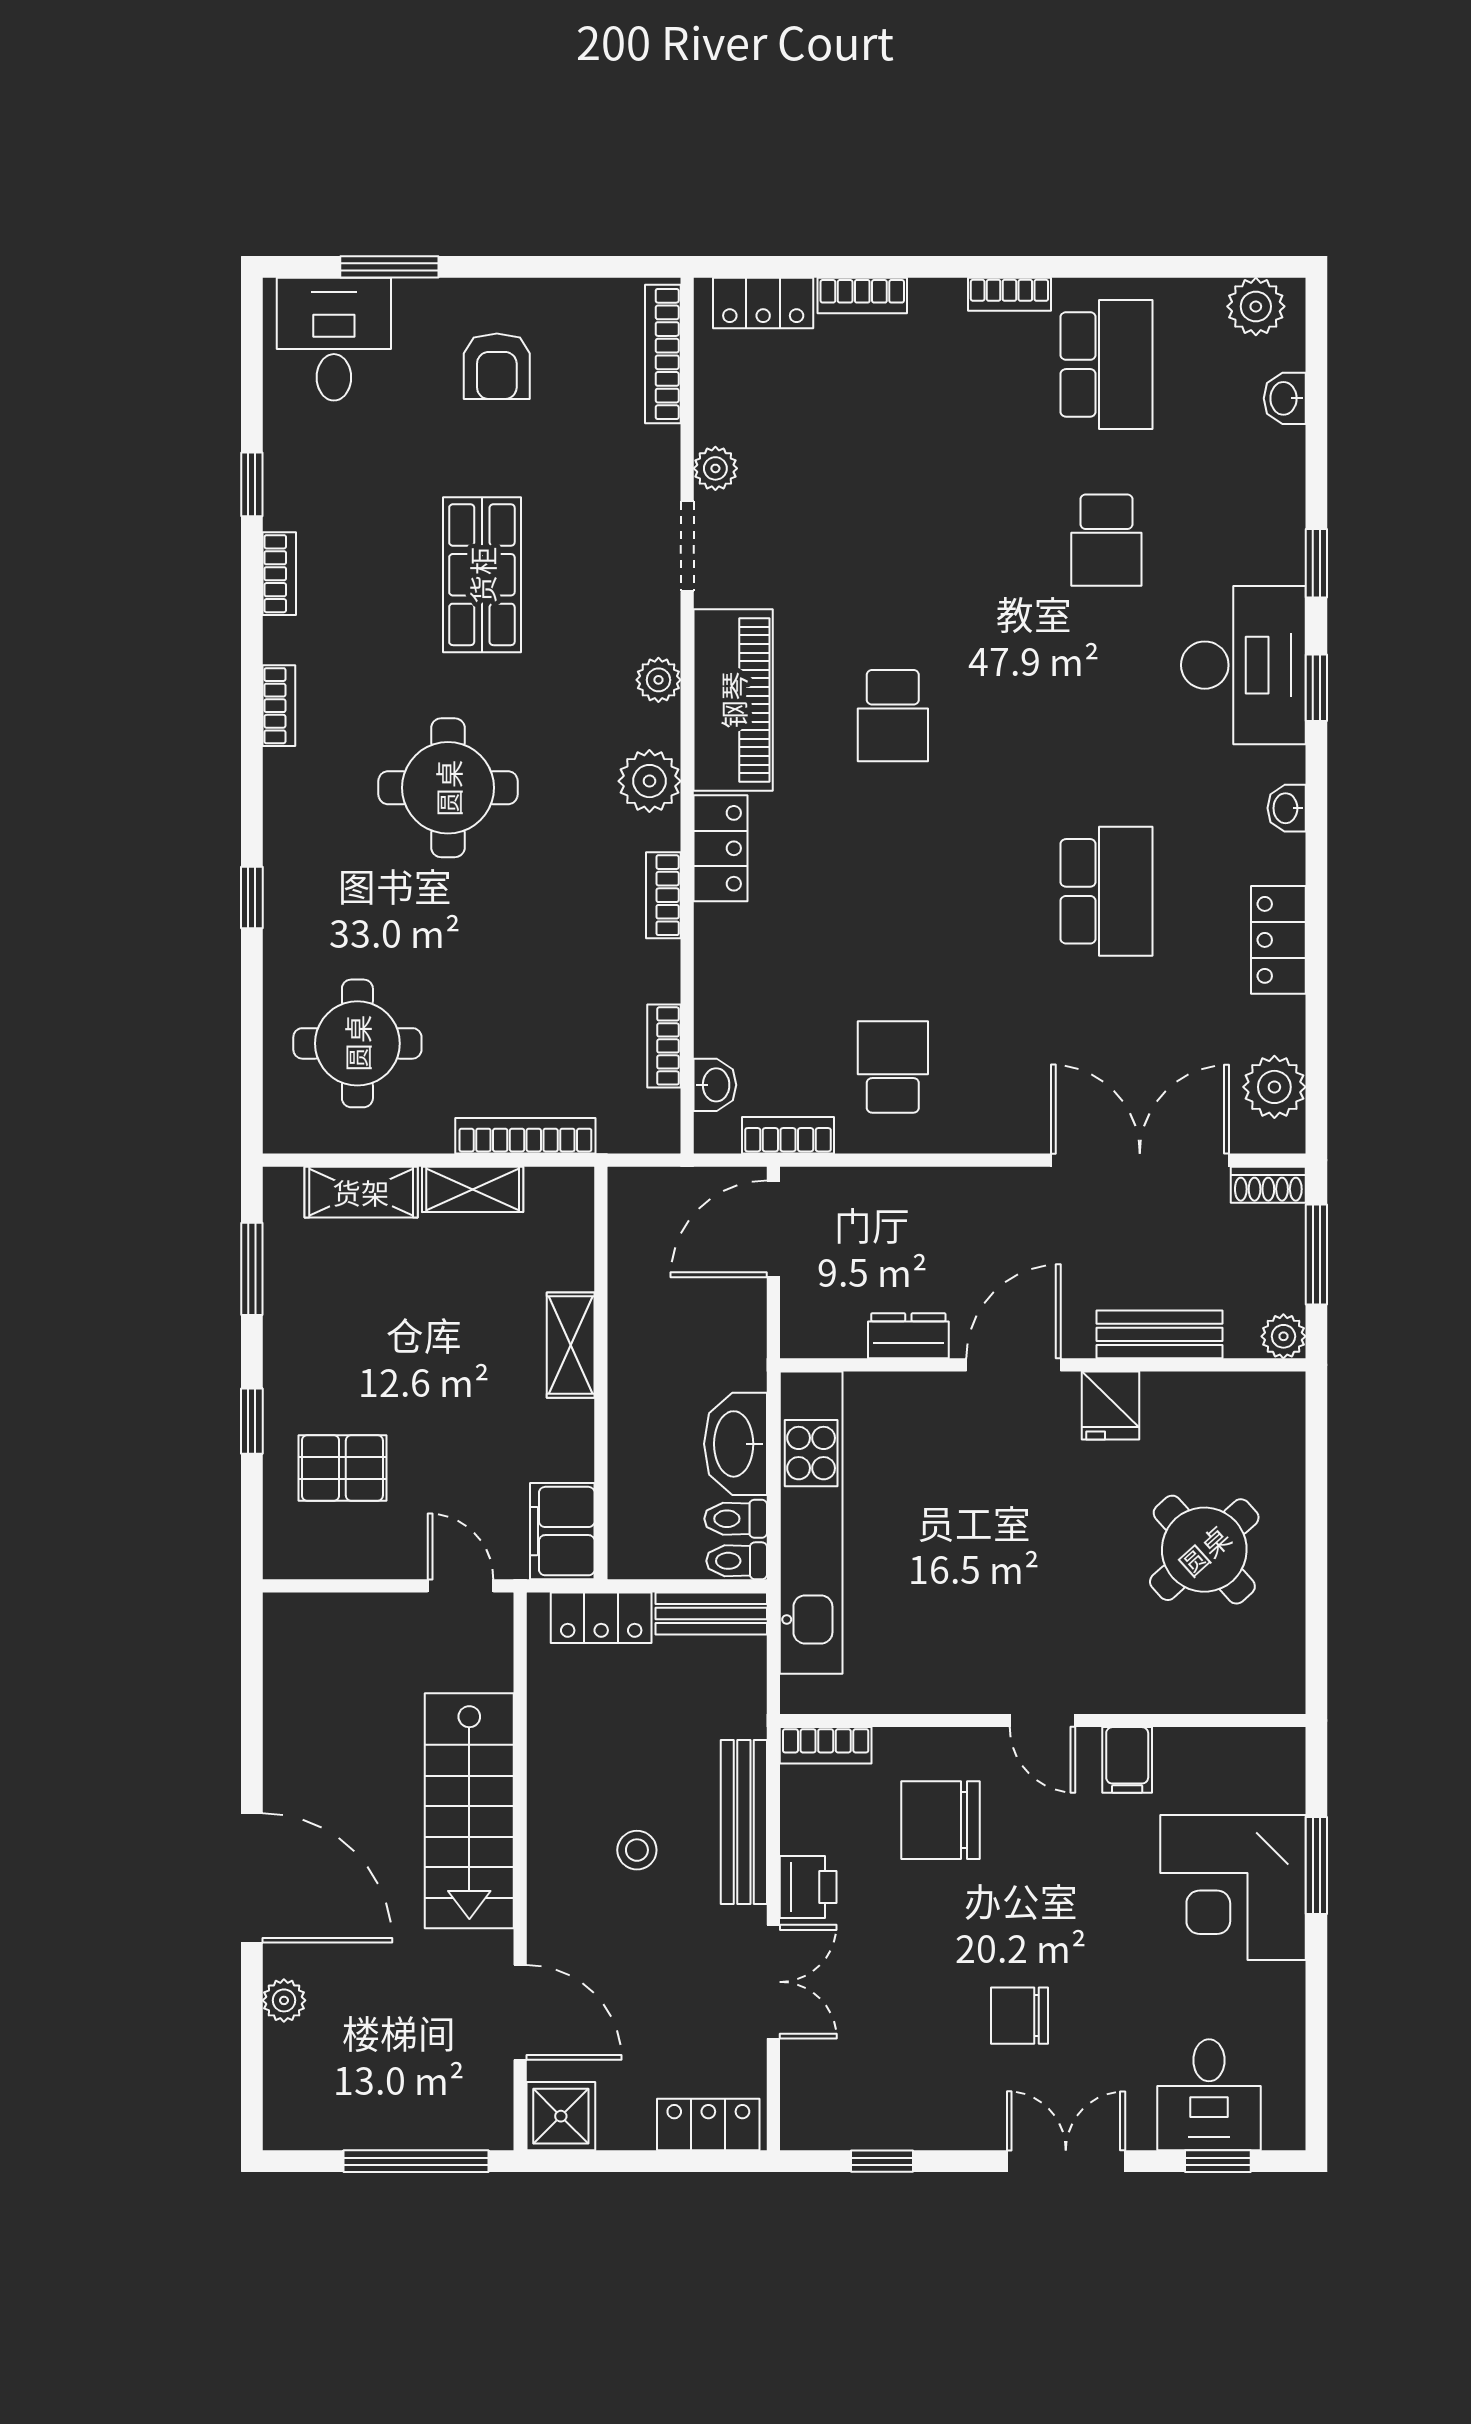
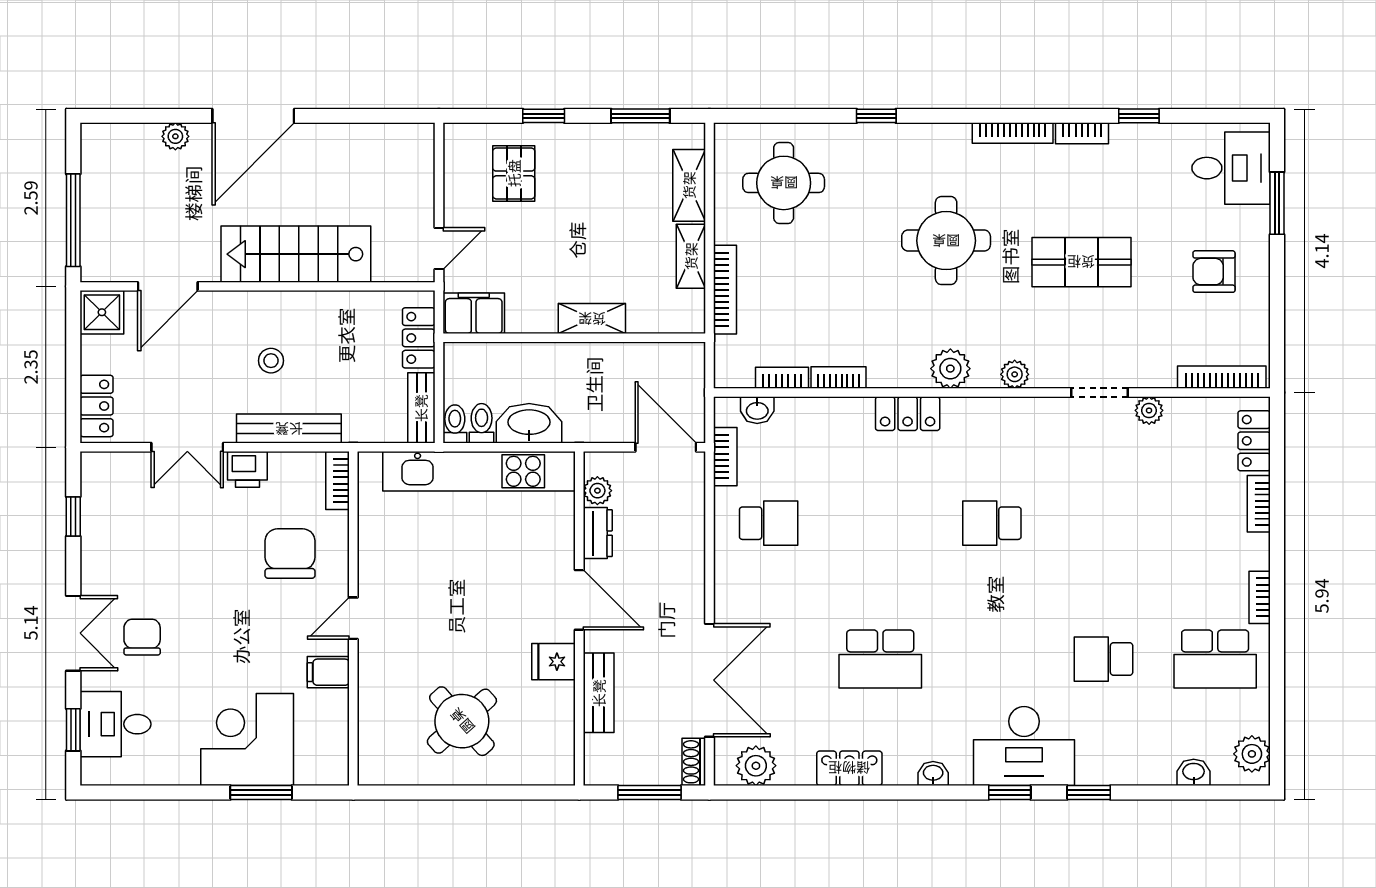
piano: (733, 700) -> (1002, 422), removed
bookcase: (279, 706) -> (1013, 133), width x1.56
bookcase: (663, 895) -> (839, 377), moved
plant: (1283, 1336) -> (597, 491), moved
chair: (1020, 2016) -> (142, 637), moved

